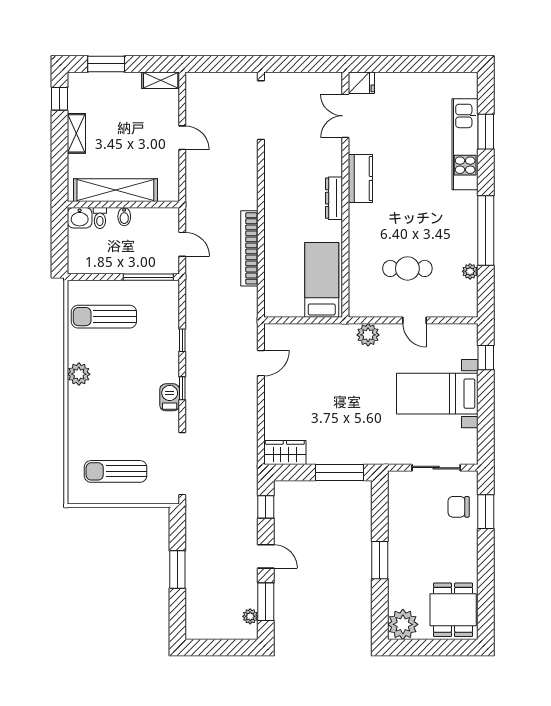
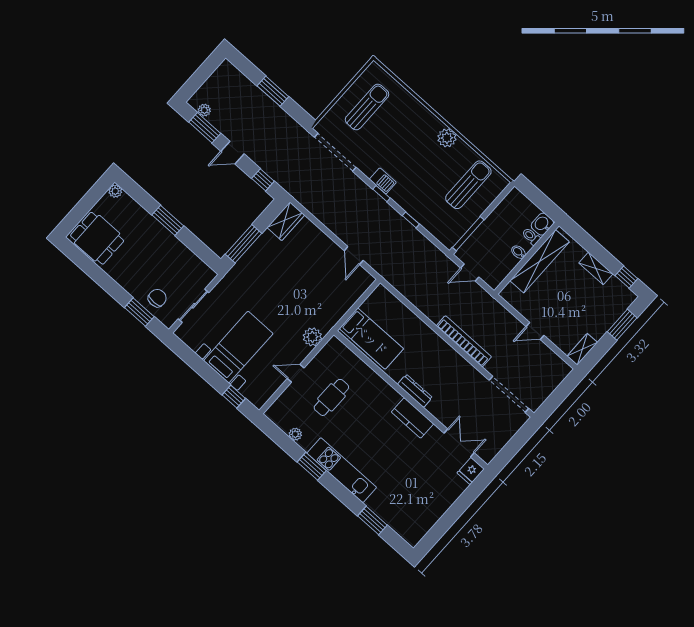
kitchen unit: (465, 144) -> (342, 470), moved
window: (486, 230) -> (312, 466), width x0.47
bookcase: (249, 248) -> (464, 341), moved
plant: (403, 624) -> (115, 191), width x0.53, depth x0.53

